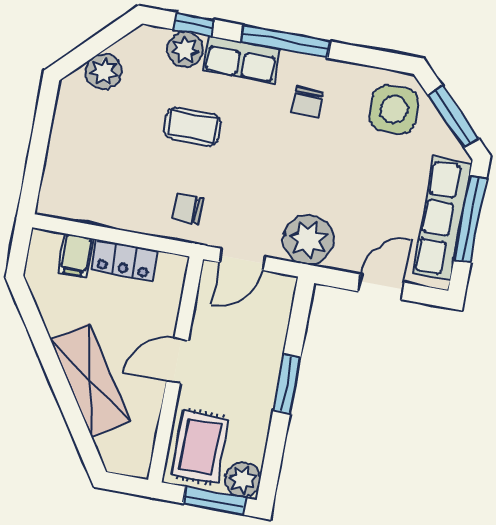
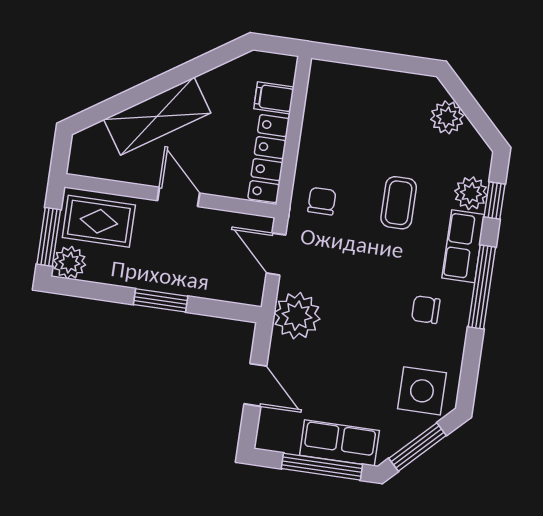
row of seats: (442, 218) -> (339, 443), width x0.68
locker: (124, 260) -> (269, 159), width x1.53

